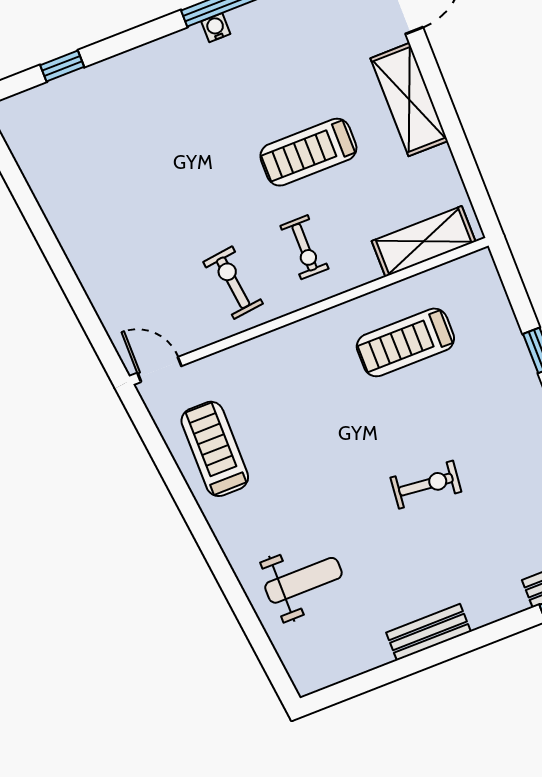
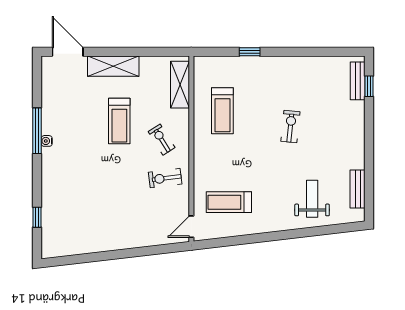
exercise bike: (304, 247) -> (162, 140), turned -122
treadmill: (215, 449) -> (229, 202), moved
bench: (428, 632) -> (358, 189), moved

